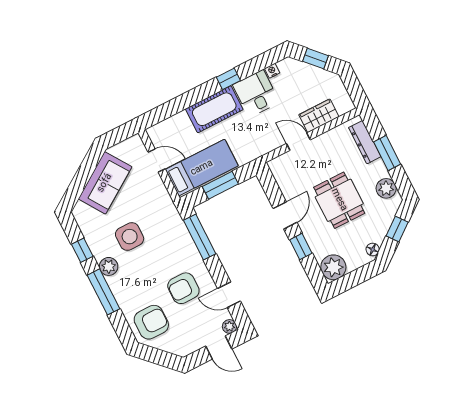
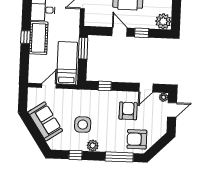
window: (228, 79) -> (25, 37), moved
window: (220, 185) -> (83, 48), moved
window: (200, 237) -> (105, 86), width x0.46
armchair: (183, 288) -> (128, 111), turned 180
window: (104, 292) -> (119, 157), moved
armchair: (151, 322) -> (137, 139), turned -90

